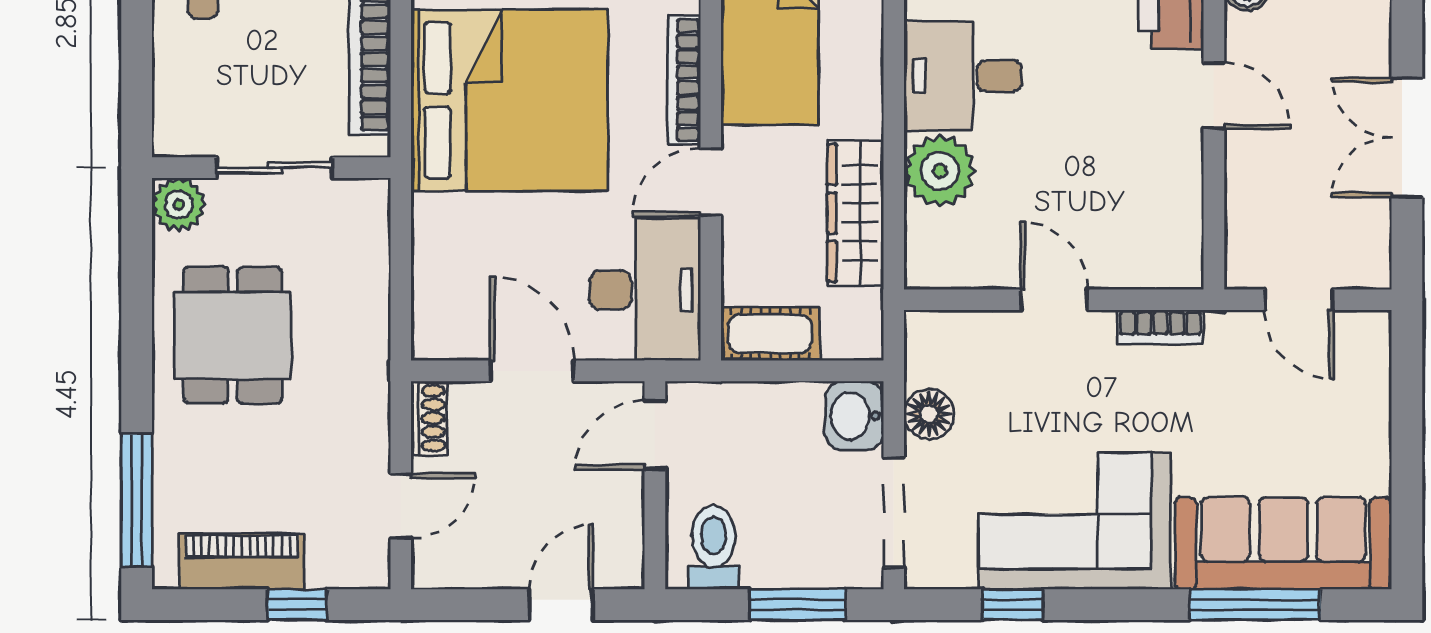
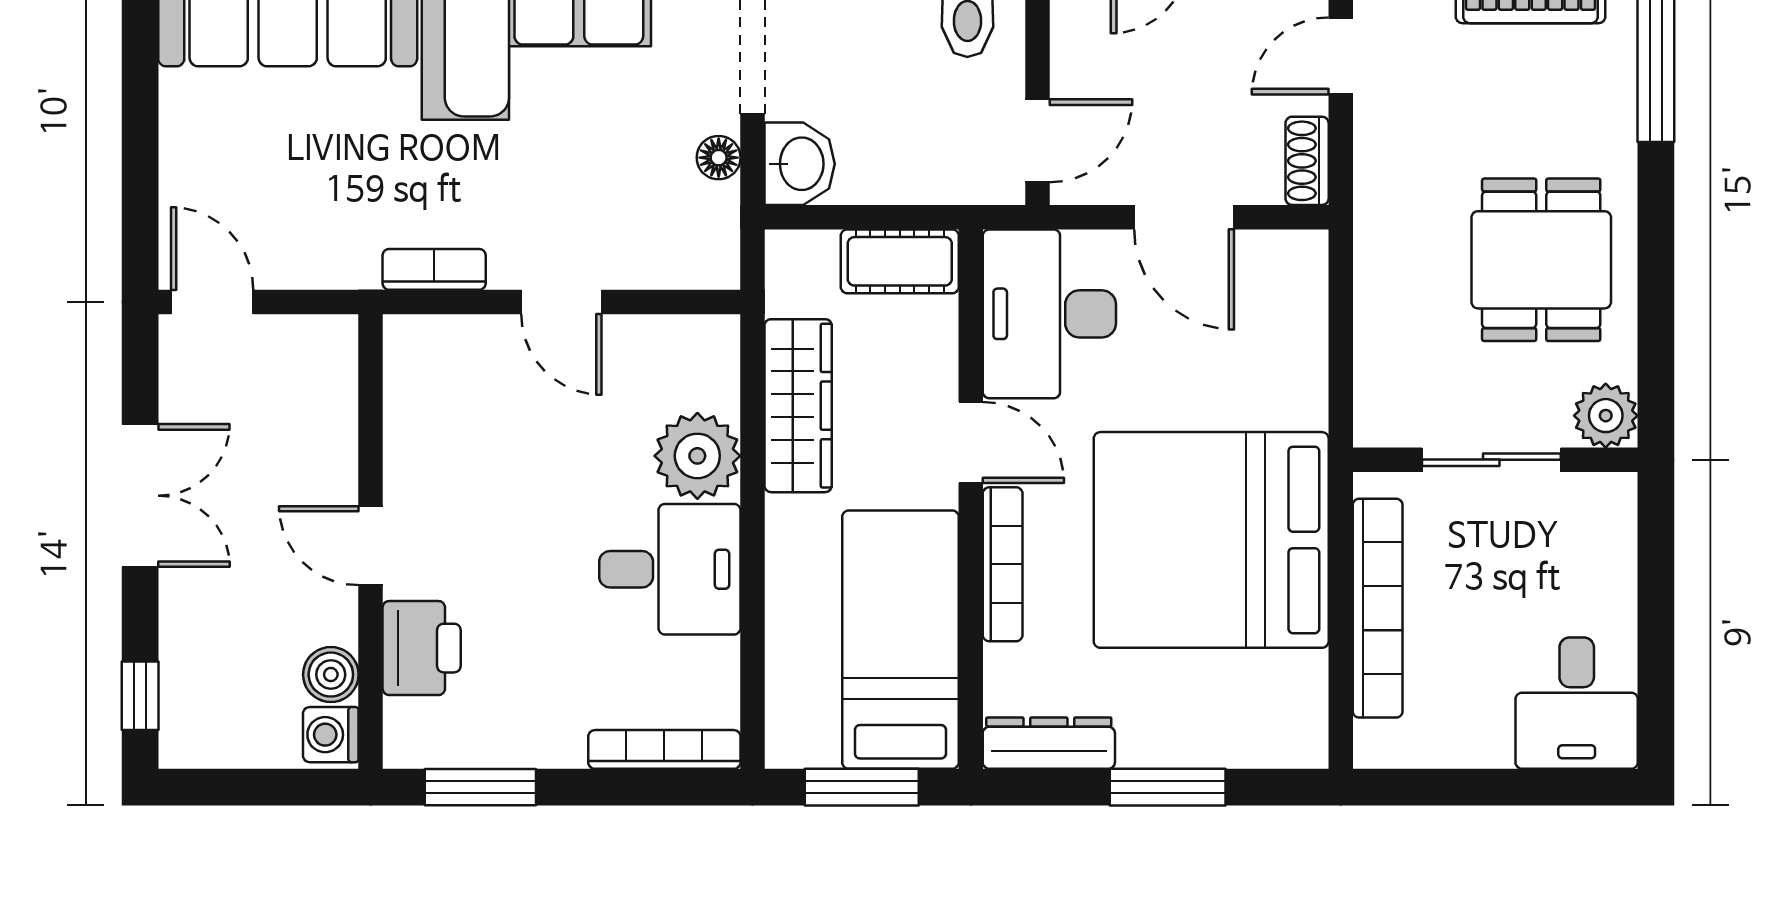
door: (711, 182) -> (971, 442), hinge flipped
door: (1299, 300) -> (212, 302), moved
floor lamp: (929, 414) -> (719, 158), width x0.73, depth x0.73

